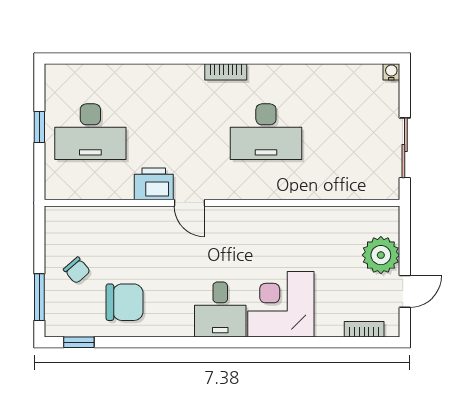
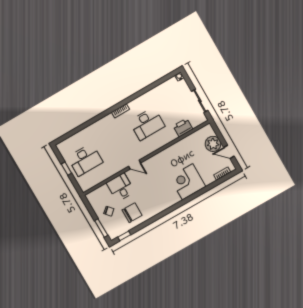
printer: (154, 184) -> (183, 128), moved
door: (405, 291) -> (229, 152), swing flipped
desk: (220, 310) -> (121, 187), moved, turned 180

